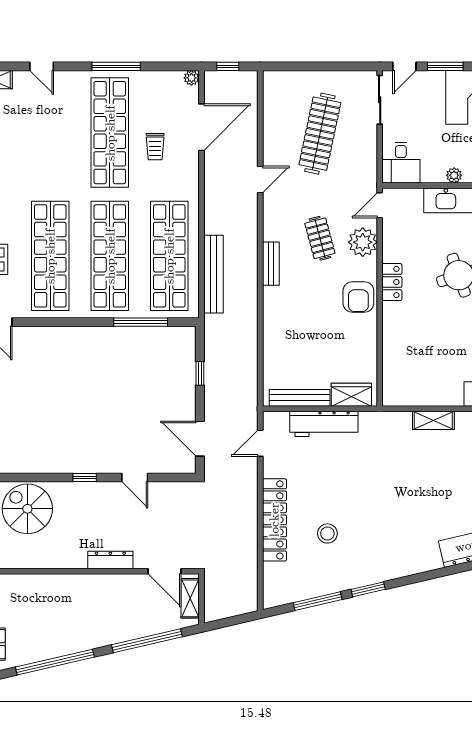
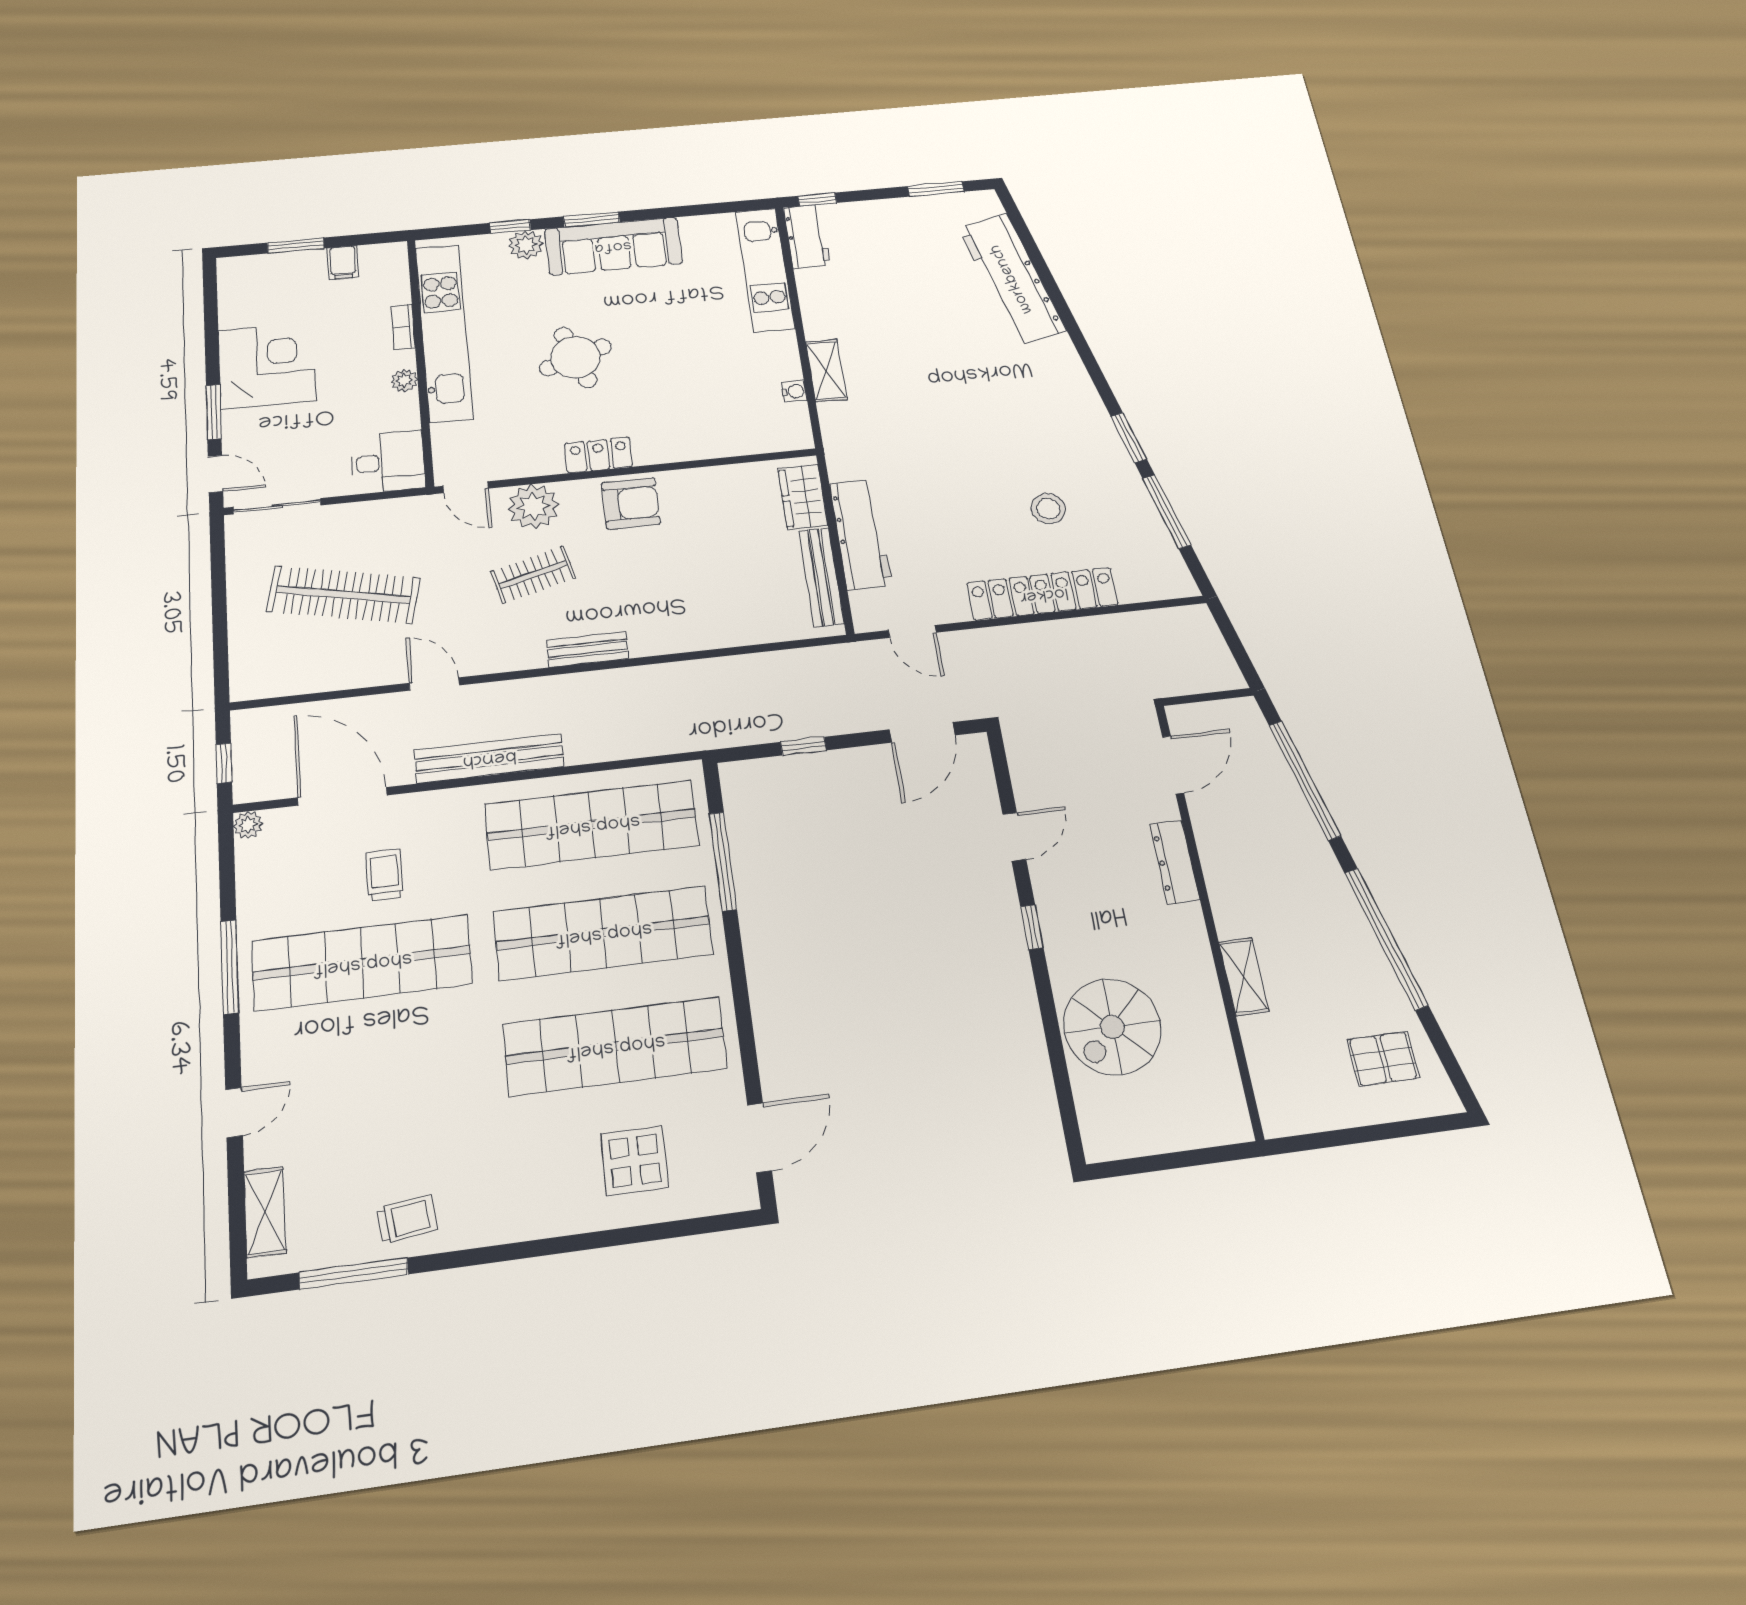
trolley: (155, 147) -> (384, 875), turned -90
bench: (213, 274) -> (489, 758), moved
water cooler: (421, 400) -> (794, 391), added
shelving: (190, 598) -> (1244, 977), moved, turned 90

